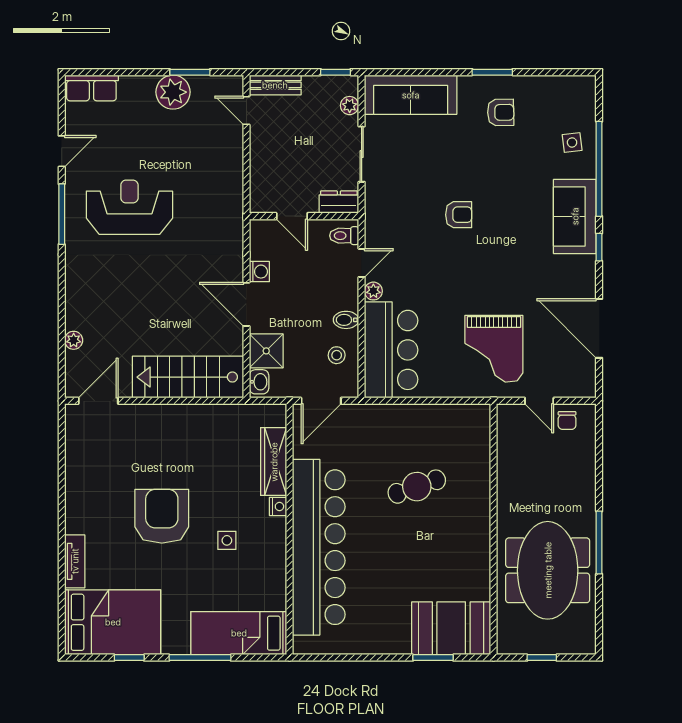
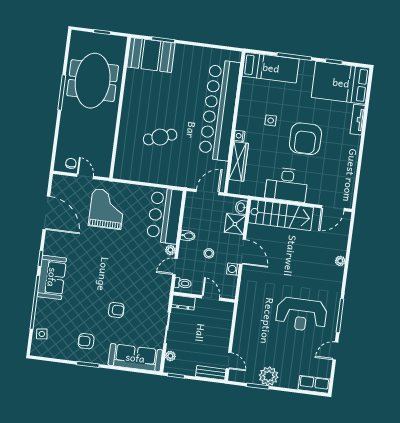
side table: (572, 142) -> (42, 334), moved
armchair: (459, 215) -> (116, 310), moved, turned 180
plant: (74, 340) -> (340, 261), moved
stool: (337, 355) -> (209, 253), moved
desk: (184, 432) -> (287, 185), added

